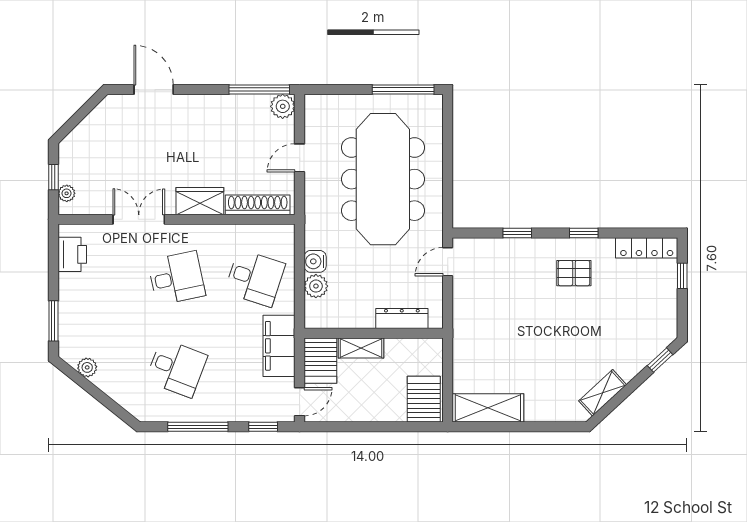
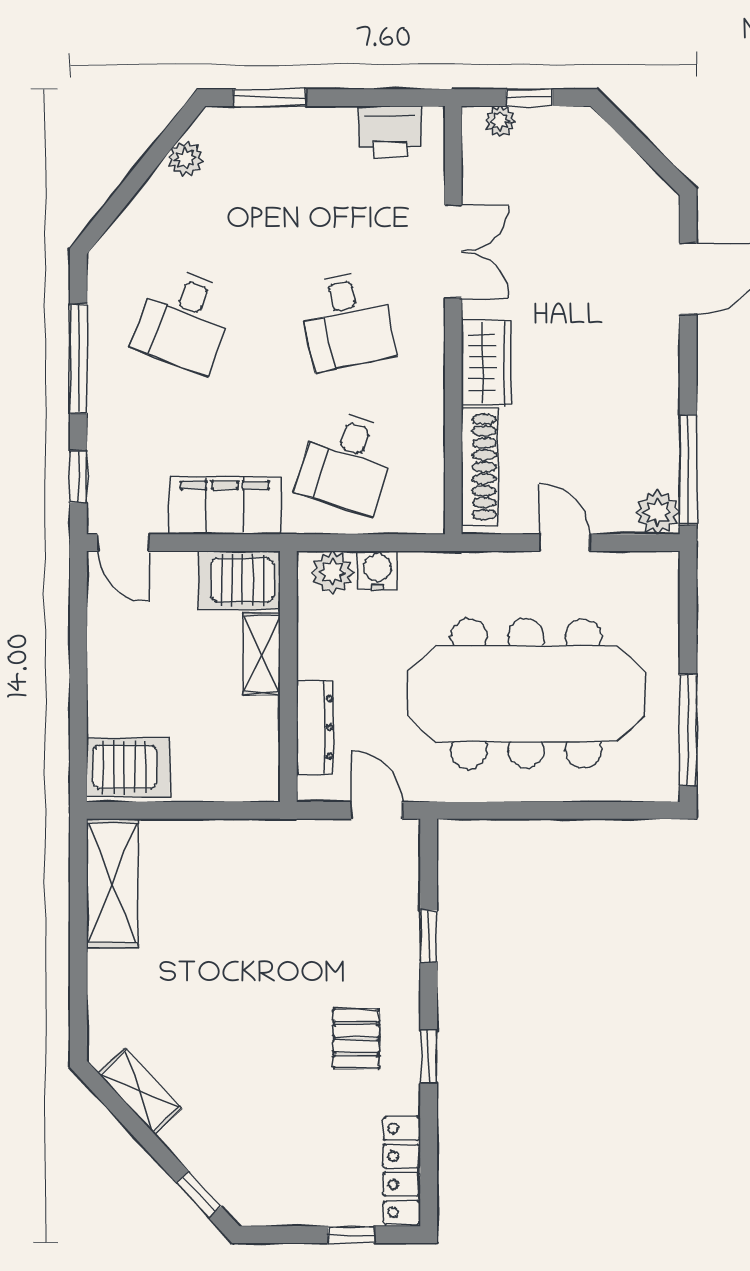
dresser: (402, 319) -> (315, 727), moved
wall: (374, 333) -> (288, 676), moved
shelving: (361, 348) -> (262, 654), moved
server rack: (320, 361) -> (239, 580), moved

